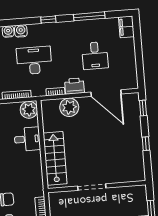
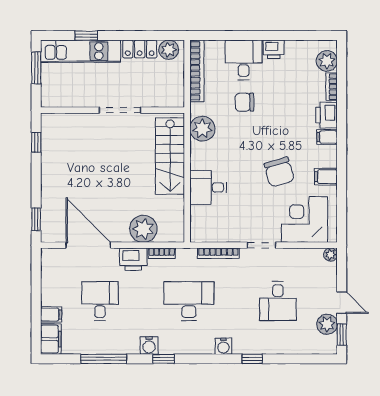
water cooler: (21, 31) -> (149, 346), moved
filing cabinet: (128, 44) -> (51, 314), added
desk: (34, 60) -> (189, 301), turned 180
plant: (29, 110) -> (202, 129), moved
window: (146, 144) -> (36, 142), moved

